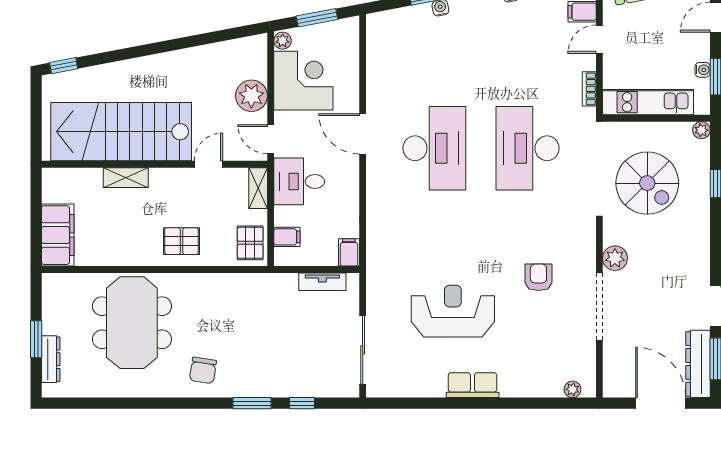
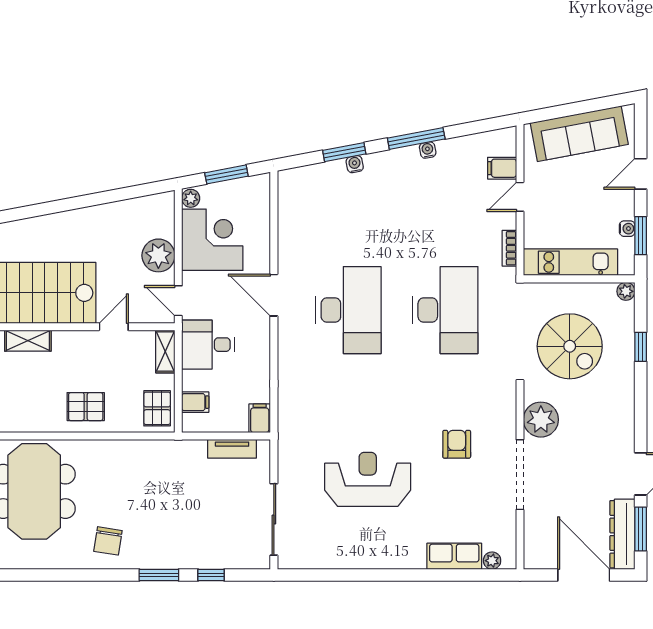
desk: (528, 148) -> (445, 310), turned 180
plant: (615, 258) -> (541, 420), width x1.36, depth x1.36
row of seats: (473, 385) -> (454, 556), moved

